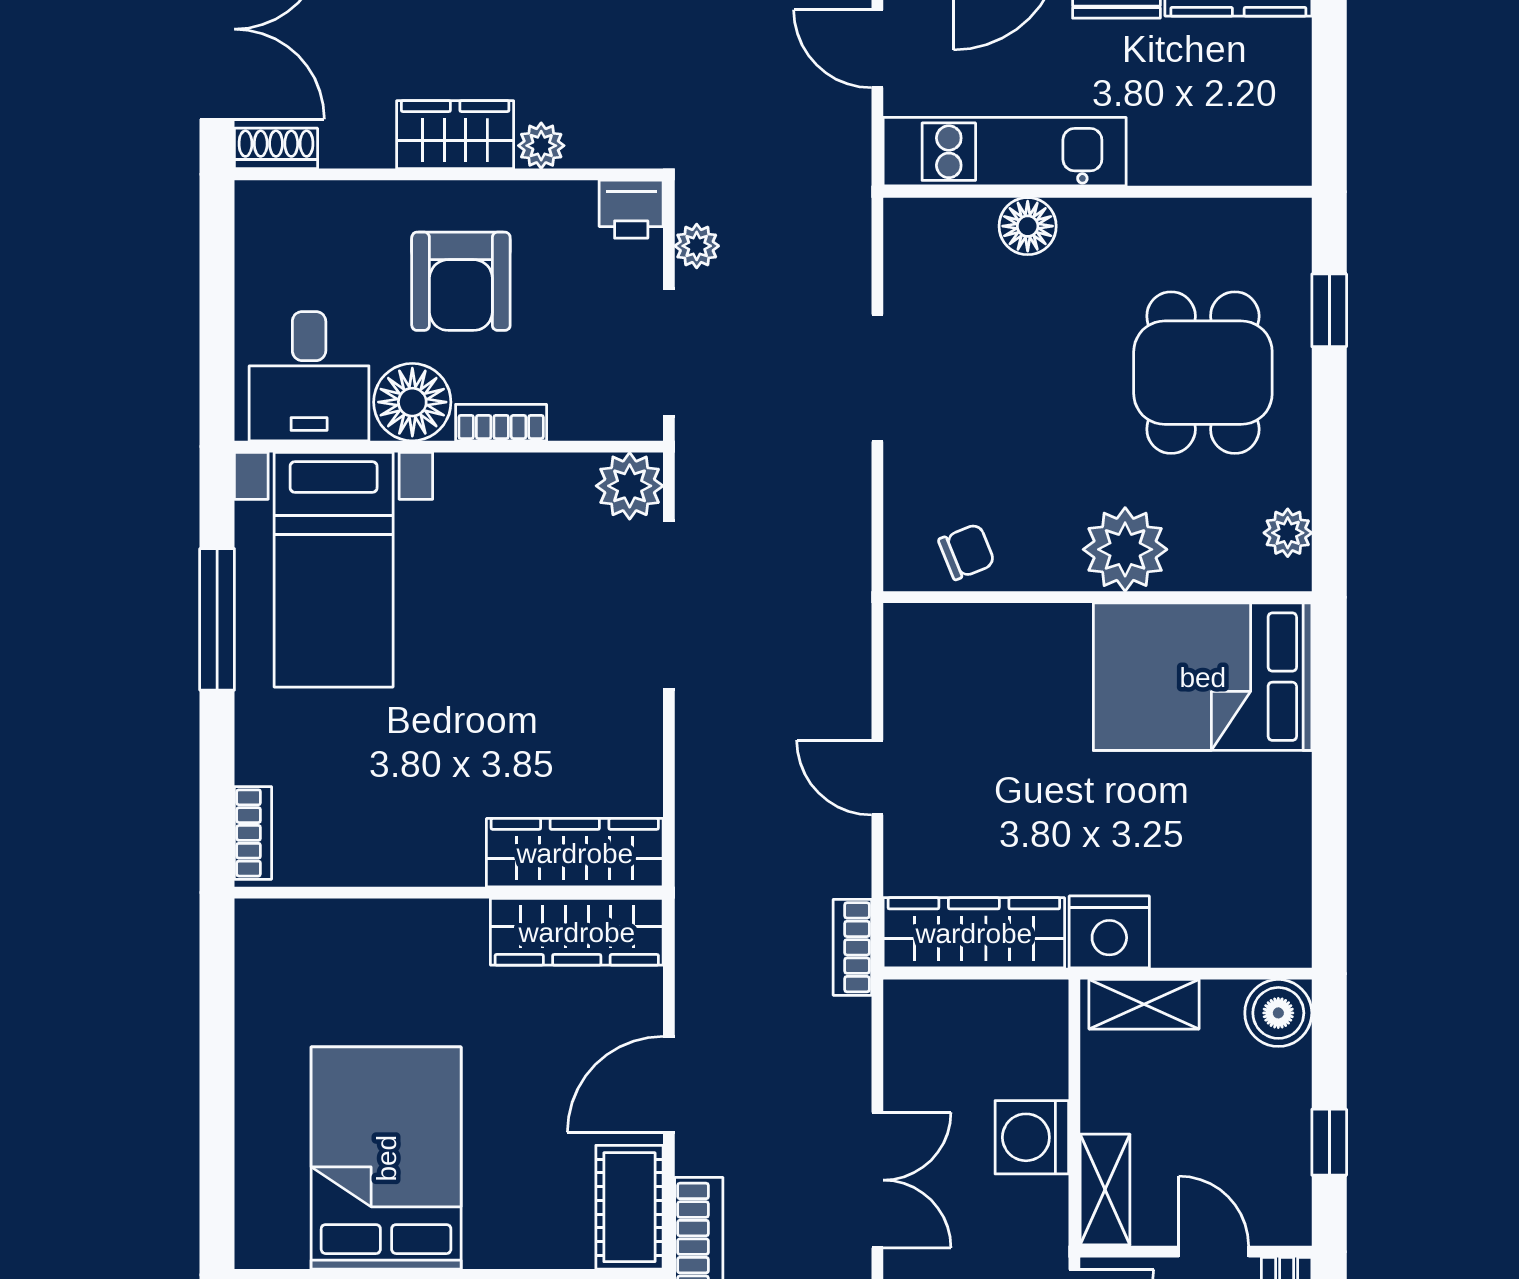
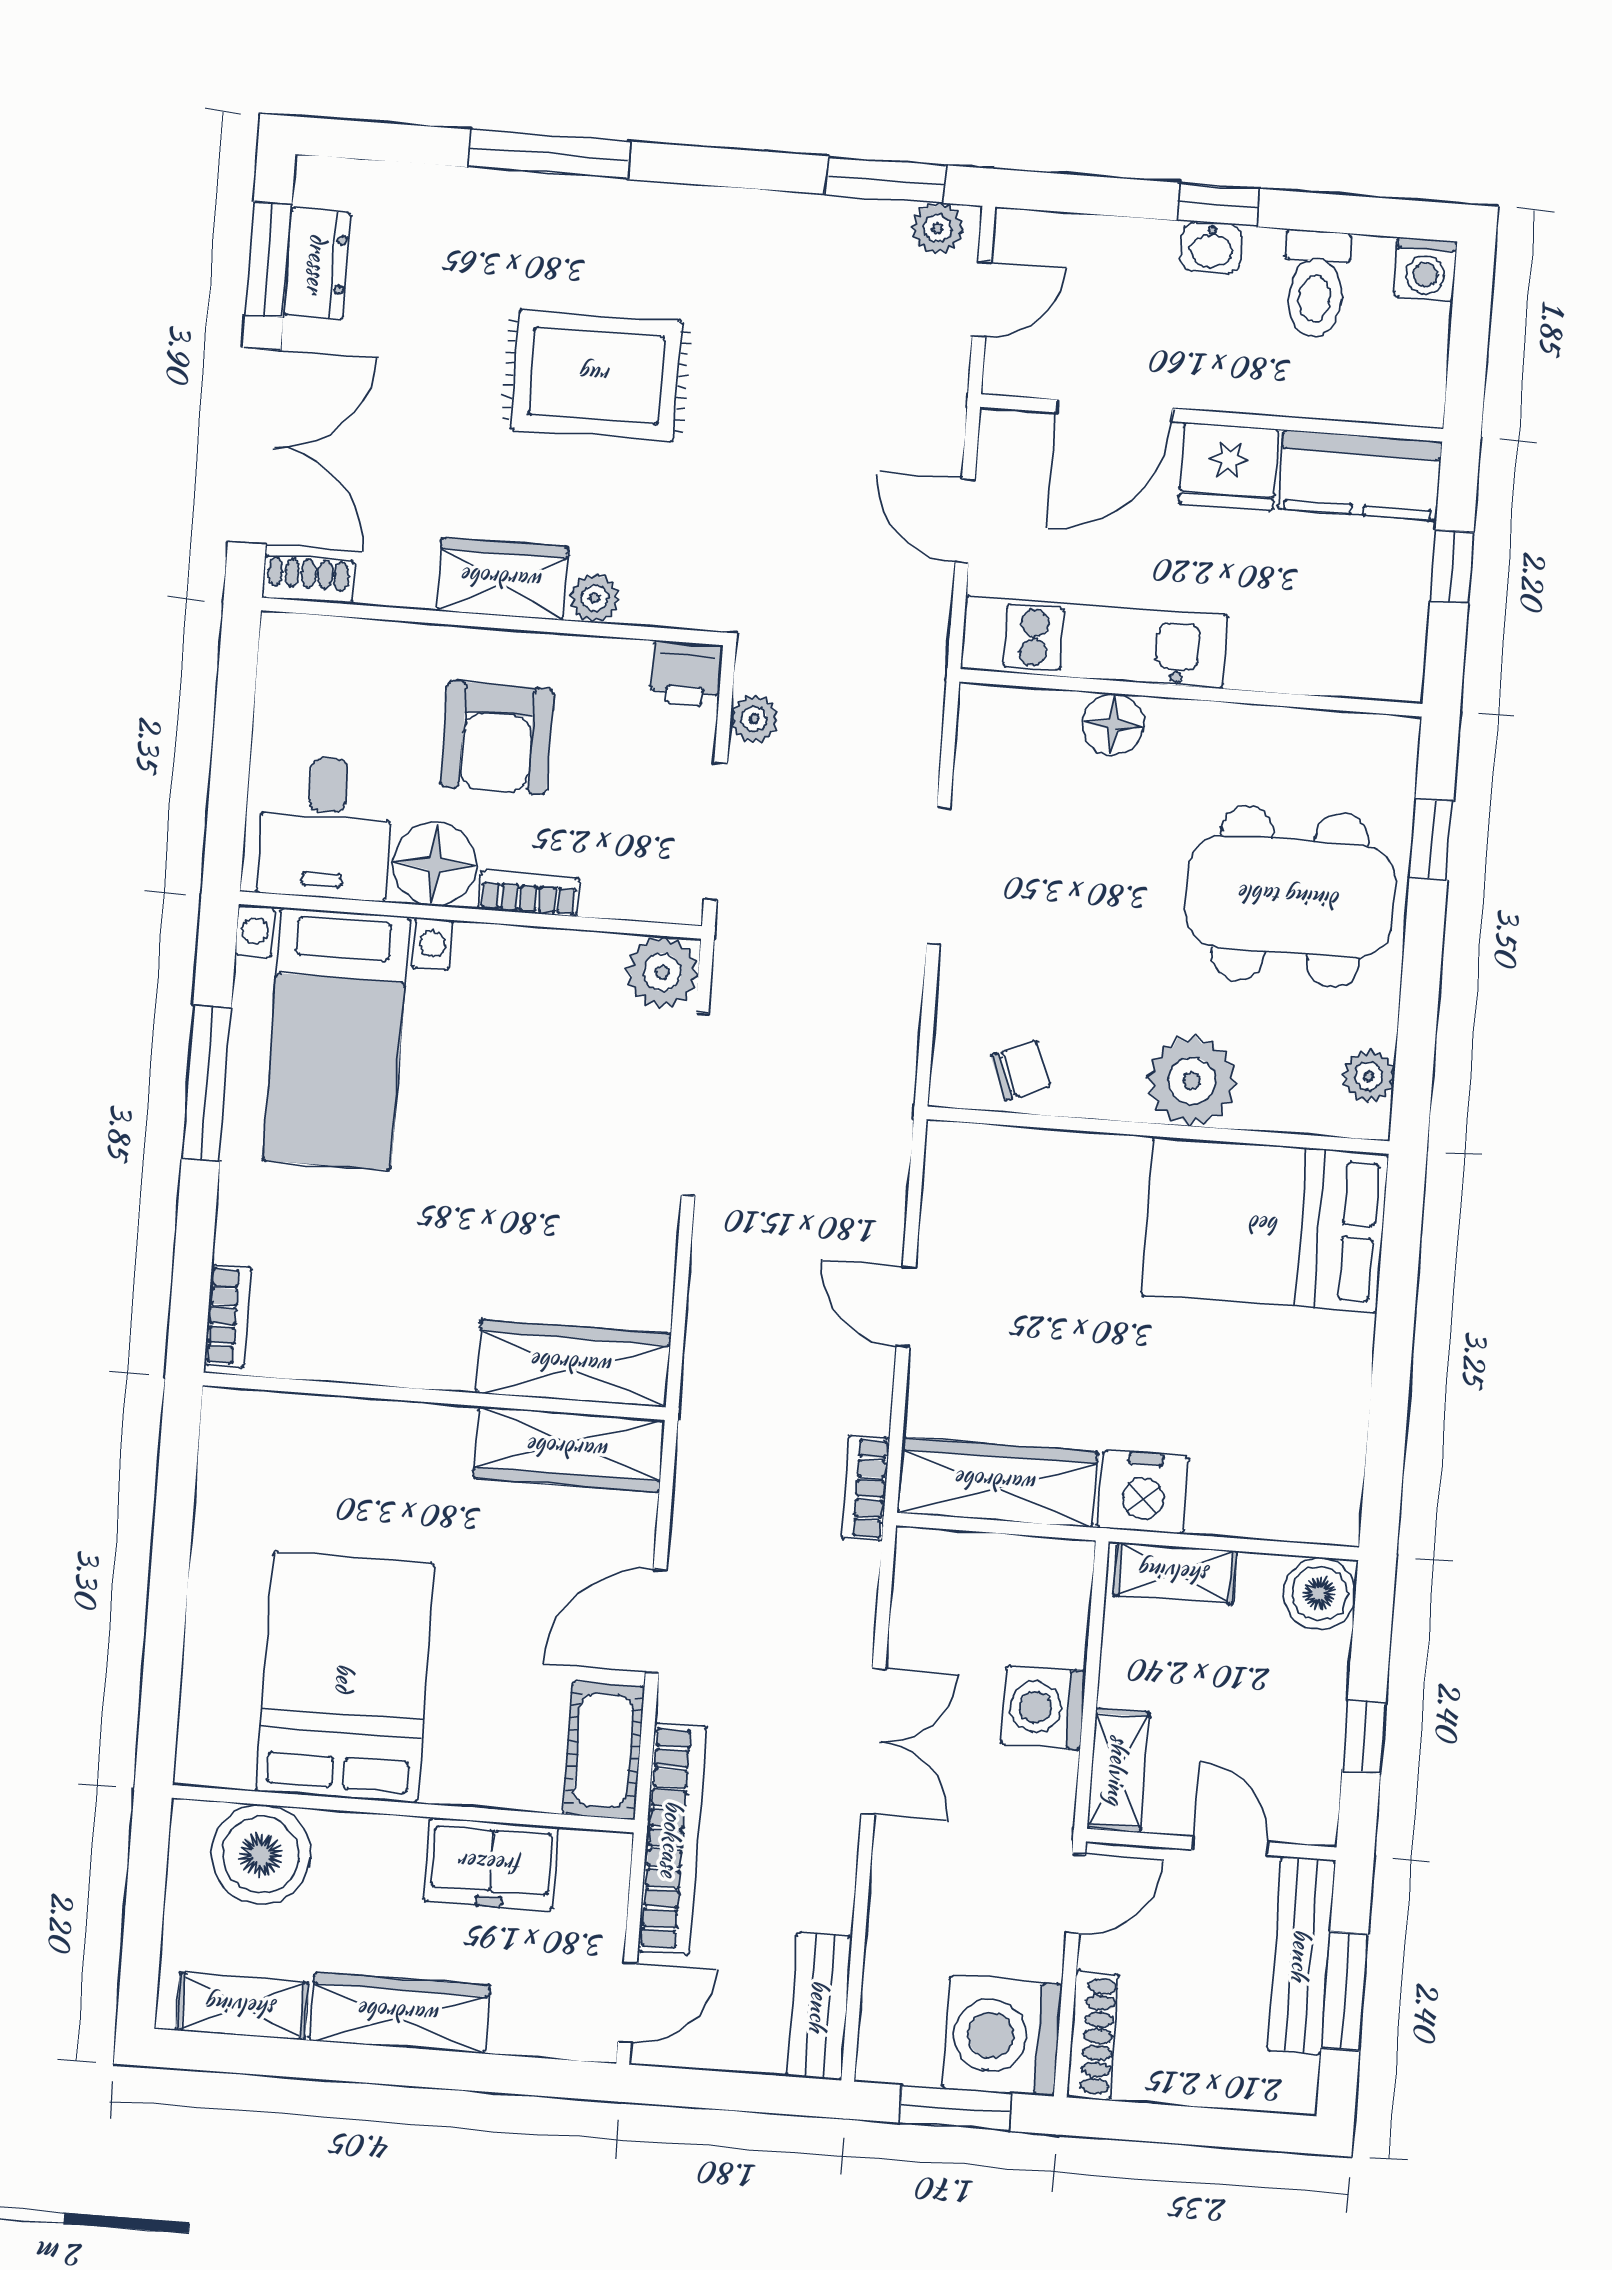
window: (1329, 57) -> (1452, 567), added
dining table: (1203, 373) -> (1290, 897), width x1.38

